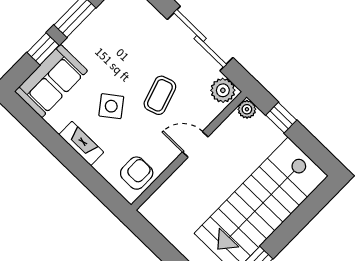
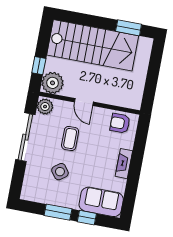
coffee table: (160, 95) -> (70, 138), turned -72
side table: (111, 106) -> (60, 172), moved
plant: (247, 109) -> (53, 83), width x1.88, depth x1.88

